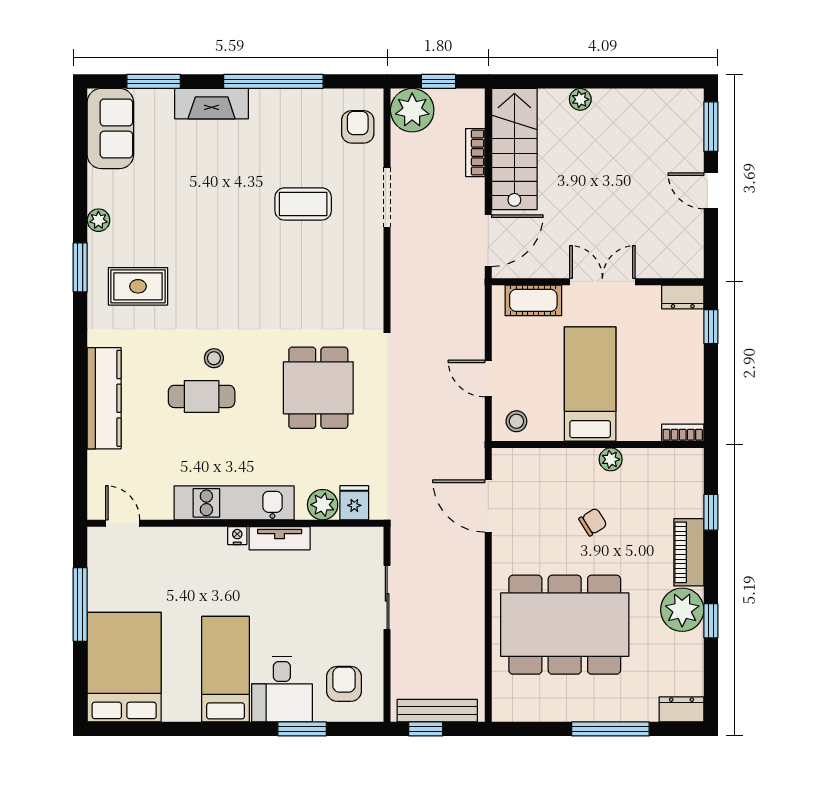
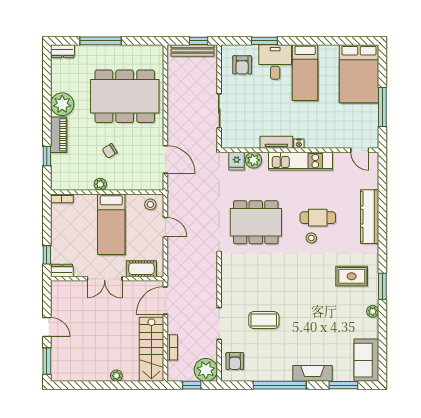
dining table: (318, 388) -> (256, 222), width x1.38
window: (711, 621) -> (47, 98), removed

